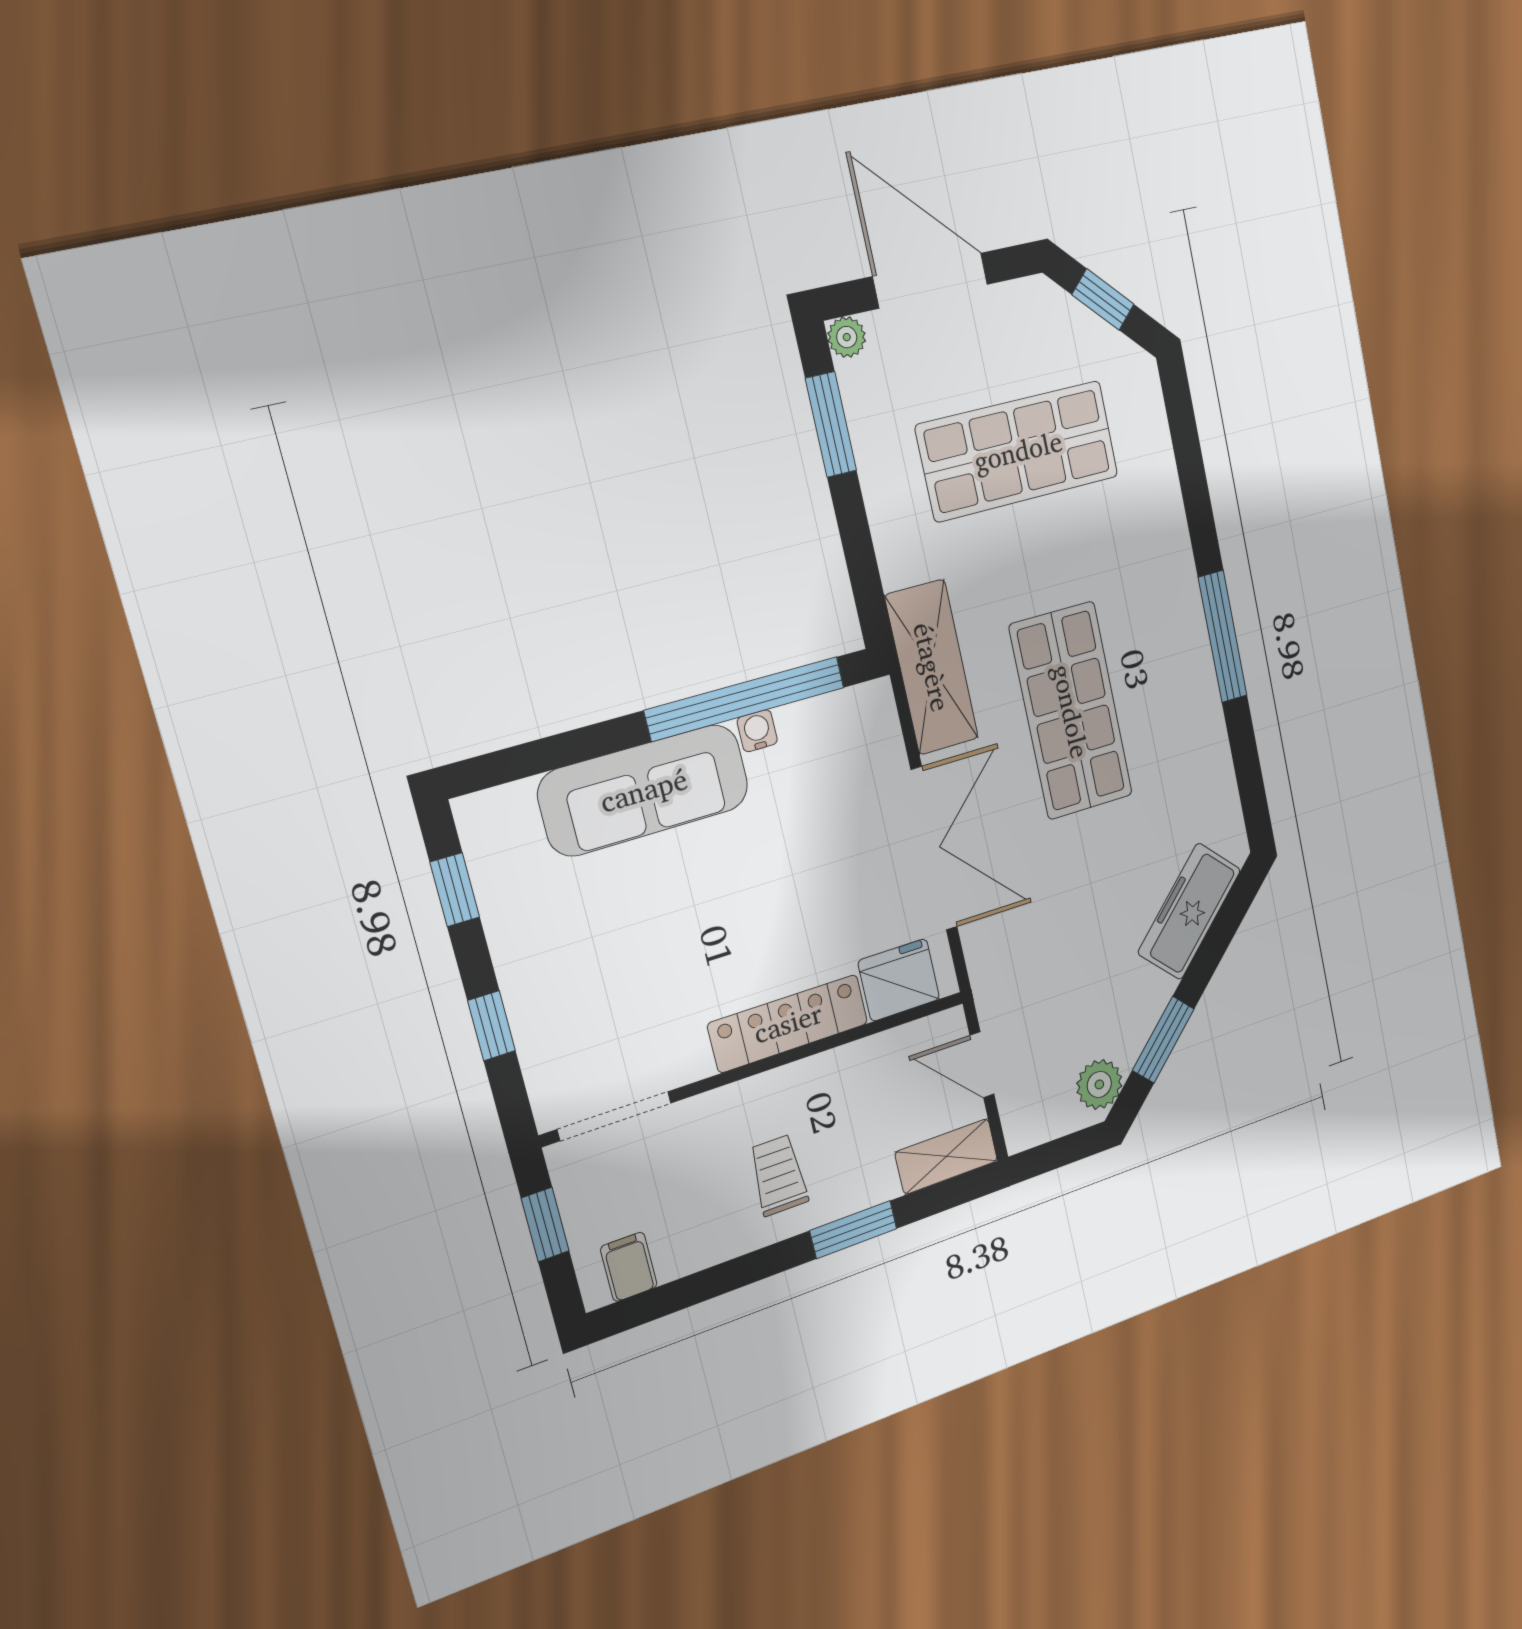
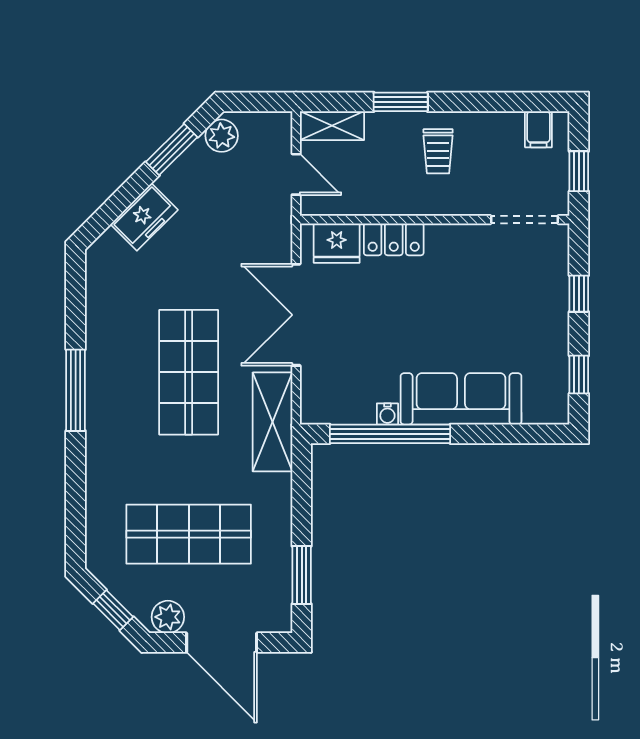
plant: (847, 337) -> (168, 617), moved, width x1.38, depth x1.38
freezer: (1189, 911) -> (144, 217), width x0.71
locker: (788, 1023) -> (394, 239), width x0.66

